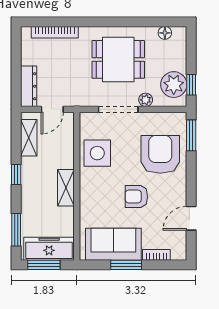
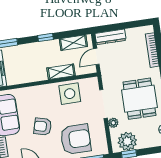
door: (52, 109) -> (96, 56), hinge flipped
shelving: (66, 188) -> (61, 72), moved
armchair: (136, 197) -> (43, 126), turned -75

